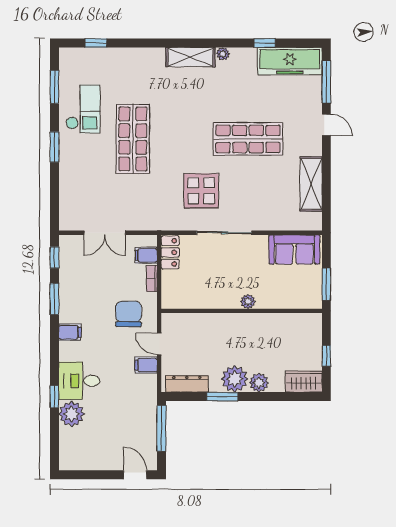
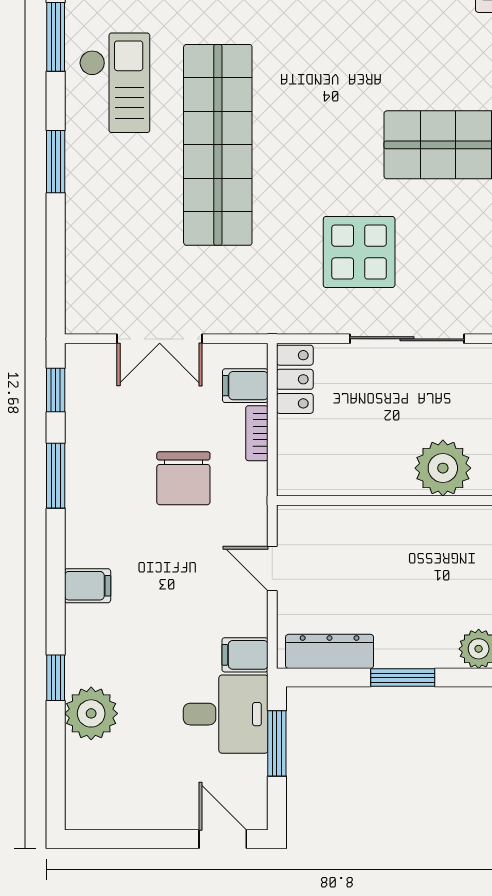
shop shelf: (133, 139) -> (218, 145), width x1.40
plant: (248, 302) -> (443, 468), width x1.87, depth x1.87
chair: (129, 314) -> (183, 478), moved, turned 180
filing cabinet: (70, 332) -> (88, 586), moved
filing cabinet: (146, 365) -> (245, 655), moved
plant: (235, 379) -> (428, 641), removed
desk: (79, 381) -> (226, 714), moved, turned 180
window: (161, 428) -> (277, 743), width x0.69

